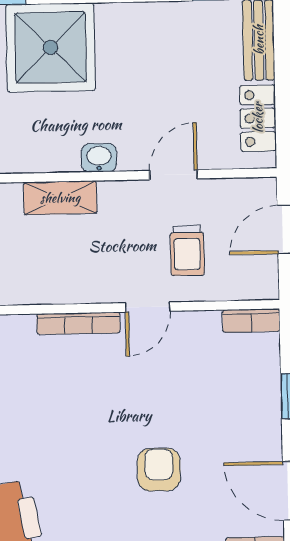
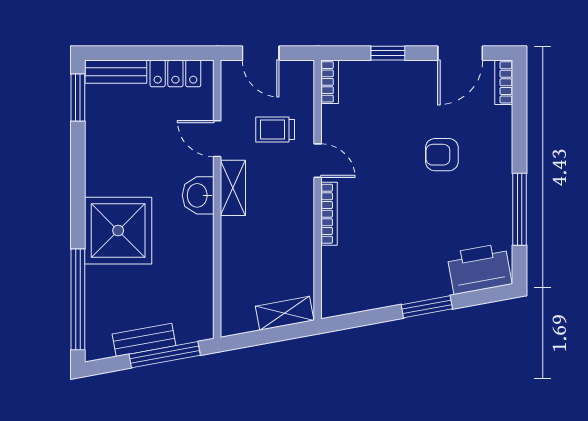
washbasin: (99, 158) -> (198, 195), width x1.38, depth x1.45
shelving: (60, 198) -> (233, 188), moved
trolley: (187, 250) -> (275, 130), turned 180

